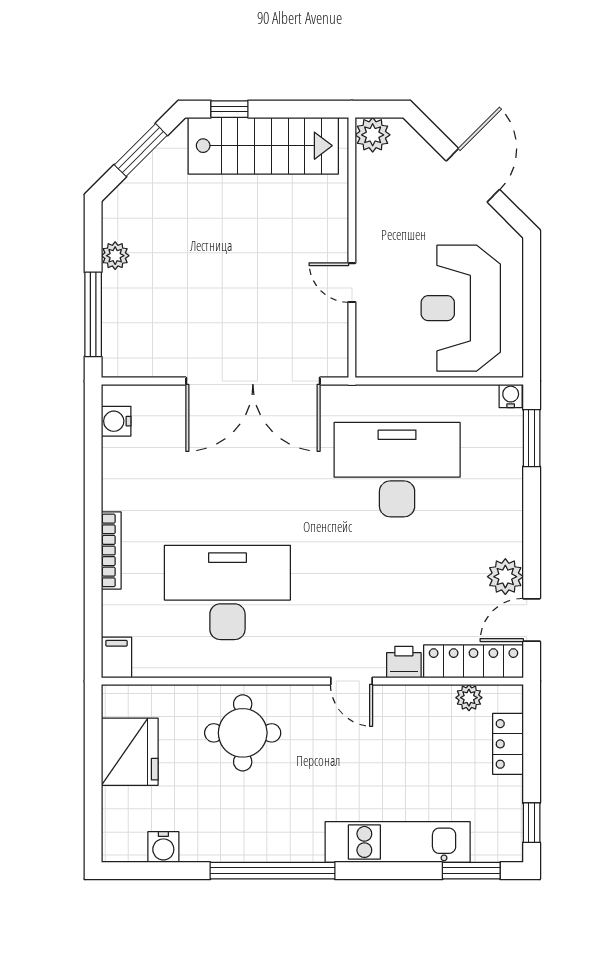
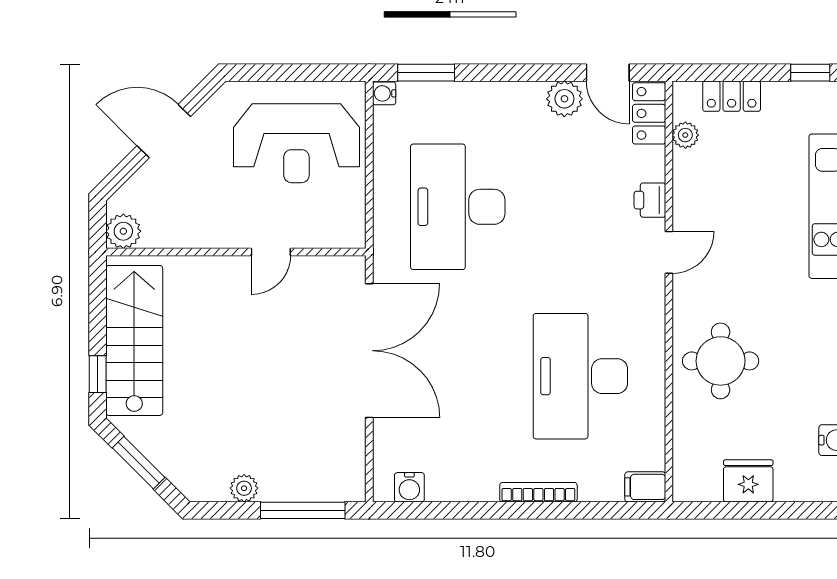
locker: (473, 661) -> (649, 113), width x0.66
fridge: (130, 752) -> (748, 481), width x0.73, depth x0.75

